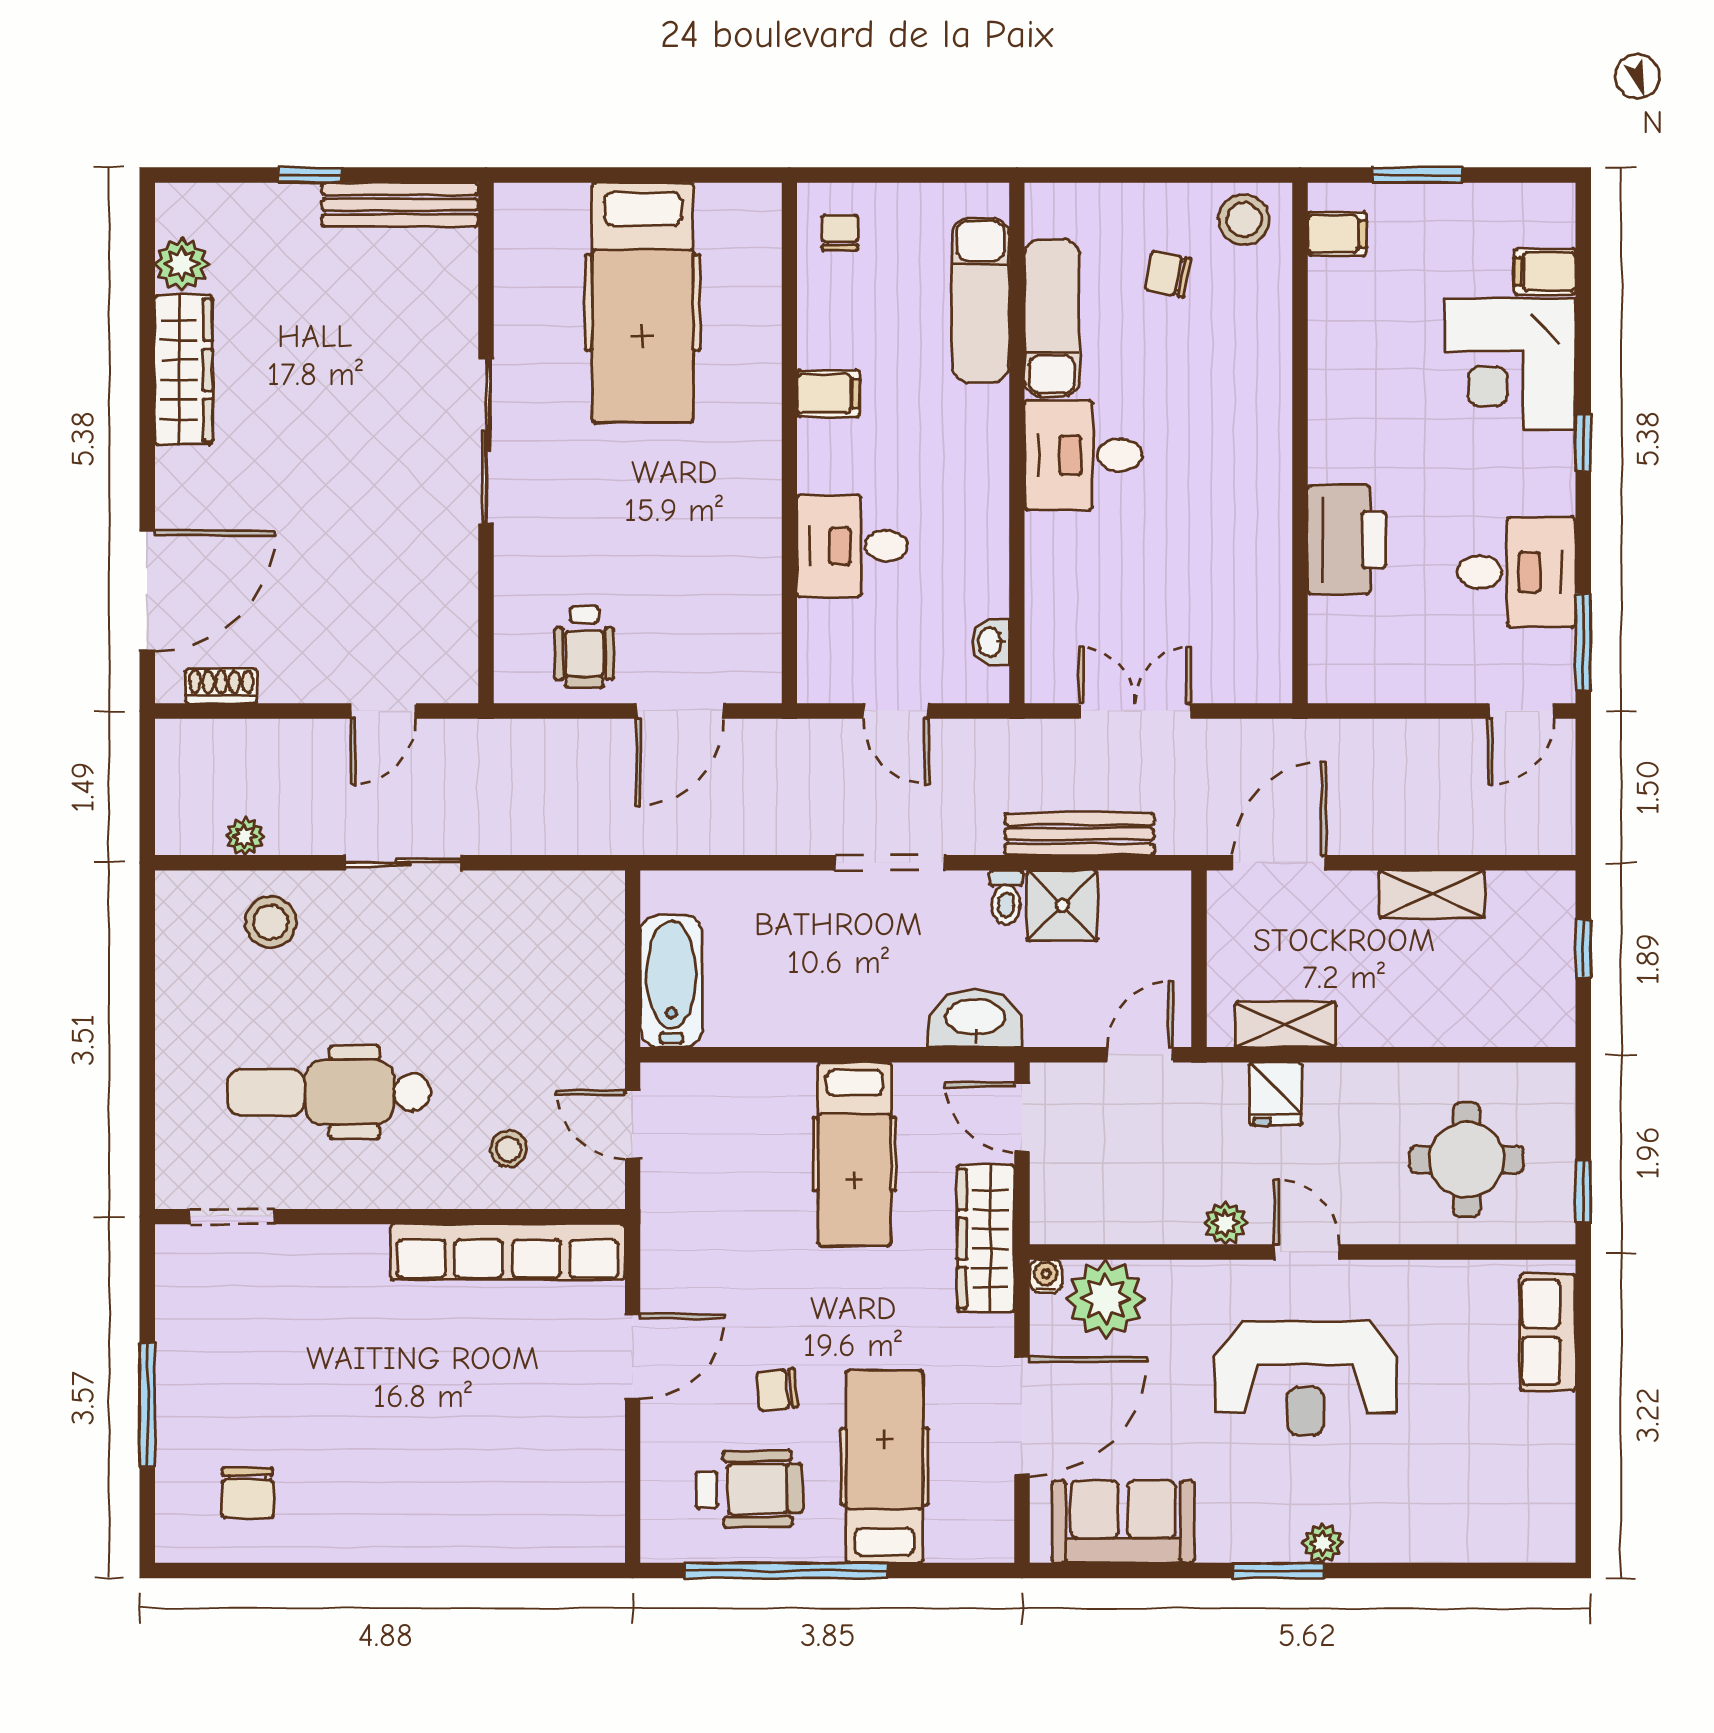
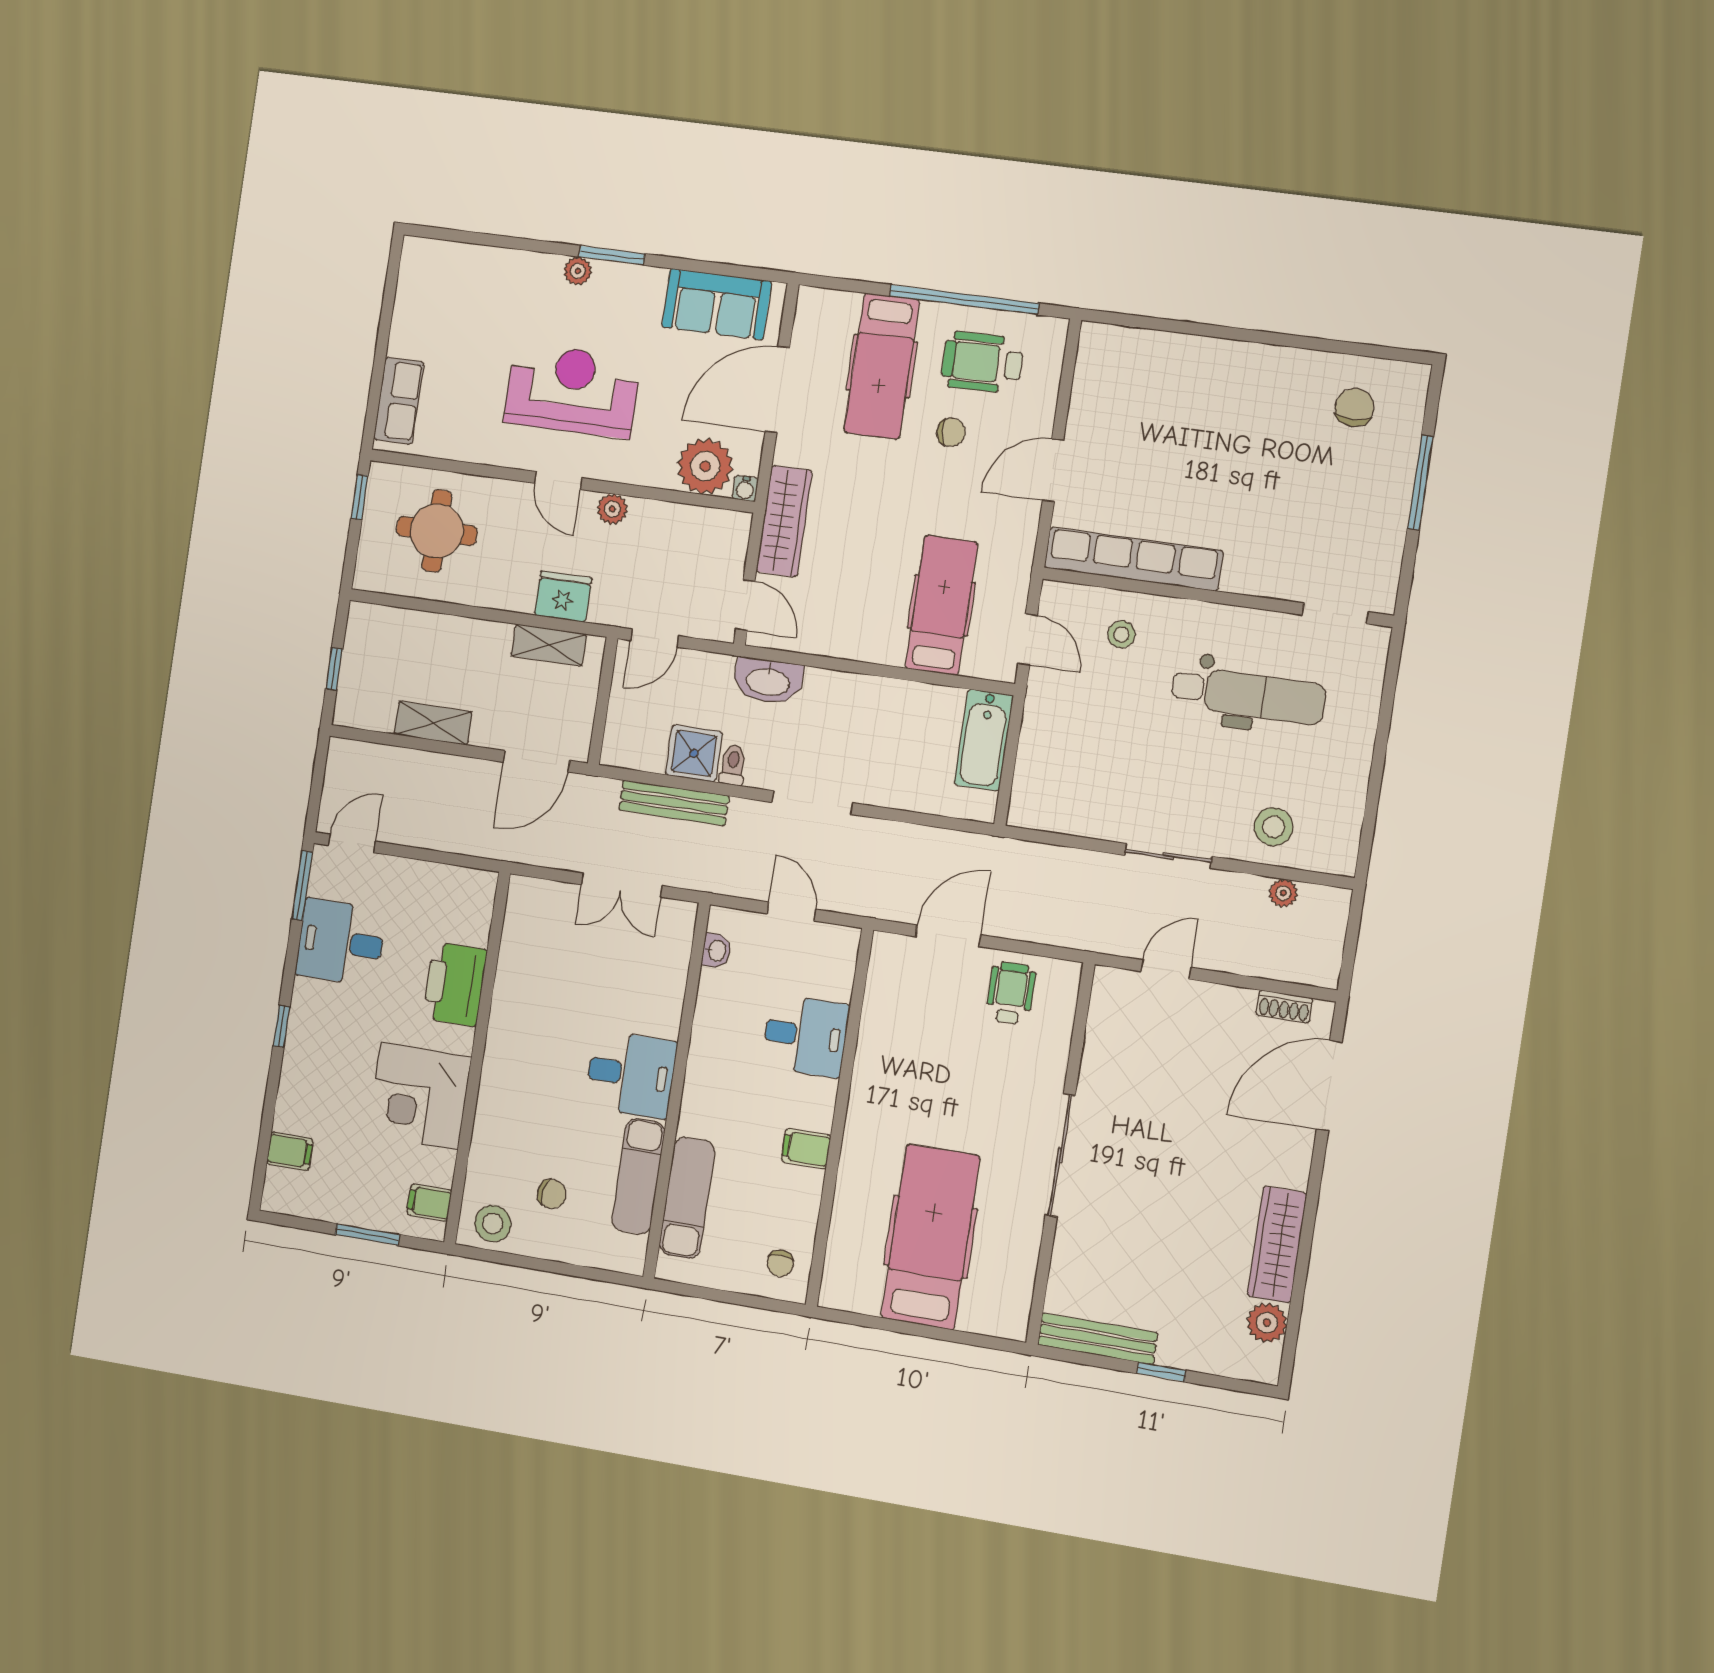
corner desk: (1510, 364) -> (419, 1096), moved, turned 180
fridge: (1276, 1094) -> (563, 596), width x1.38
hospital bed: (855, 1154) -> (941, 605), moved

